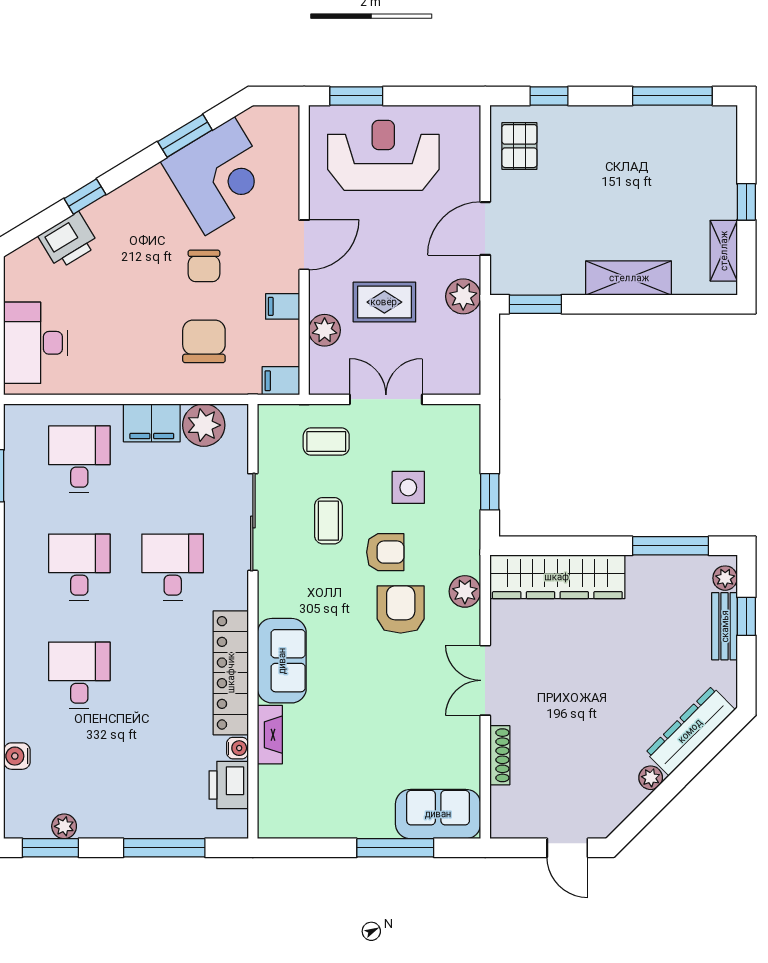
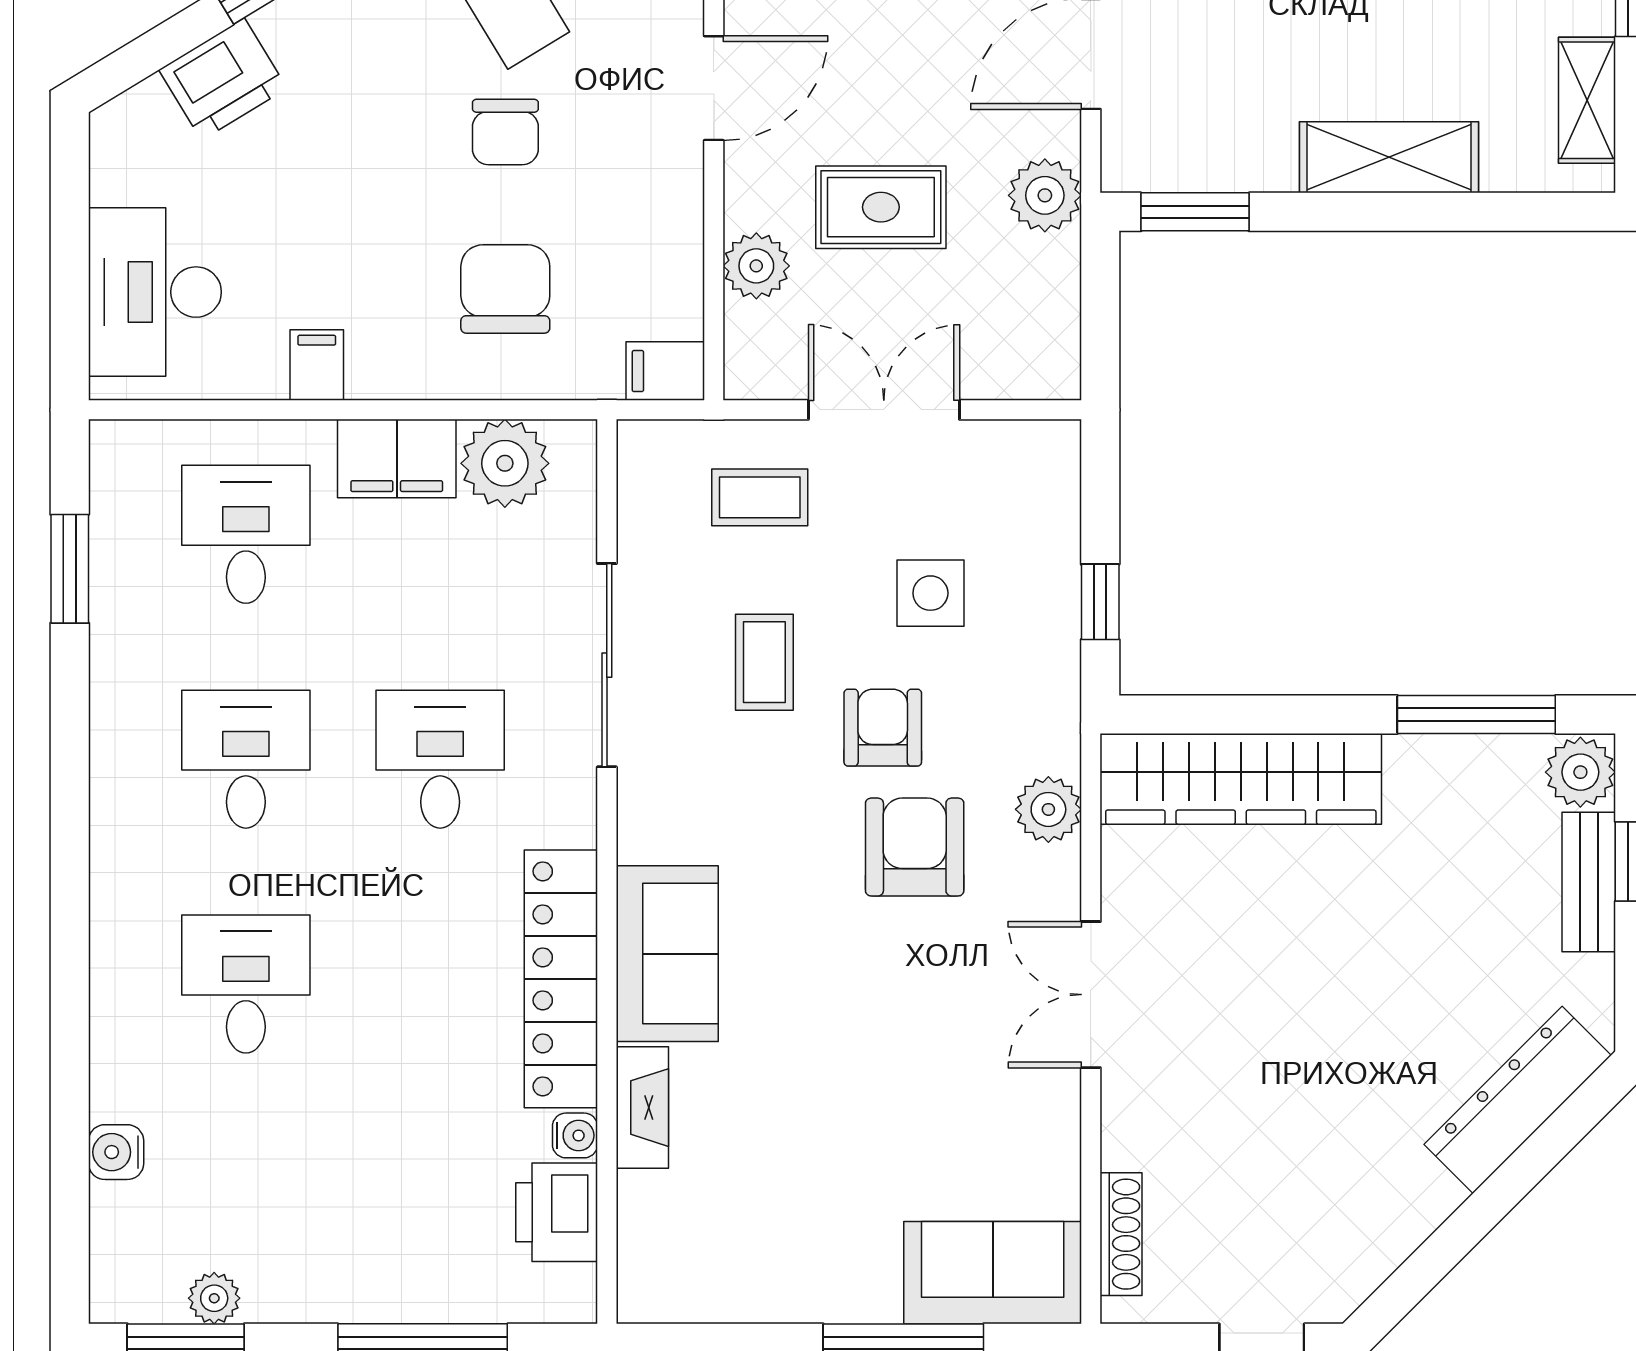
filing cabinet: (283, 306) -> (317, 365), moved, turned 90
armchair: (385, 552) -> (883, 728), turned -90
plant: (725, 578) -> (1580, 772), width x1.38, depth x1.38
shoe rack: (500, 755) -> (1121, 1234), moved
plant: (651, 778) -> (1435, 1197), removed

